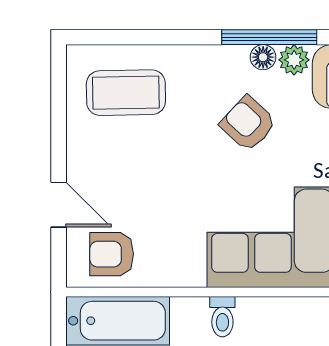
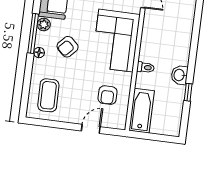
floor lamp: (263, 57) -> (39, 53), moved
armchair: (112, 254) -> (108, 95), moved

